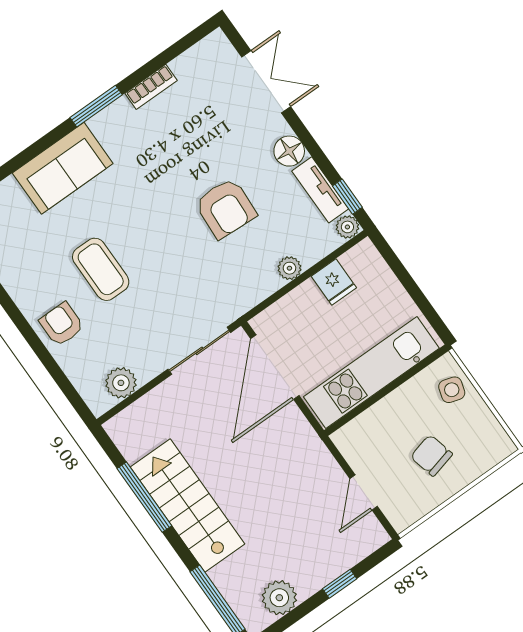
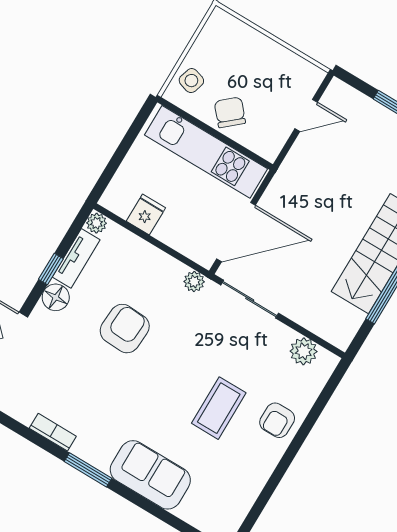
window: (347, 197) -> (51, 269), moved
plant: (289, 268) -> (194, 282), moved
chair: (431, 455) -> (230, 112), moved, turned 153

